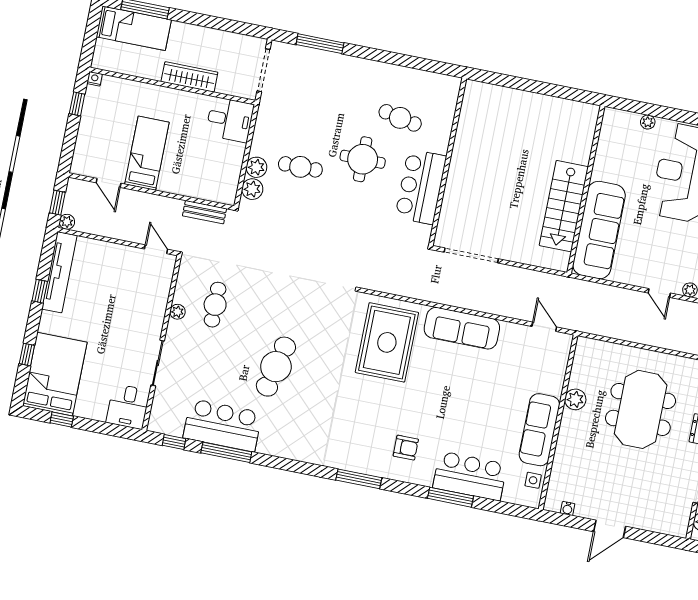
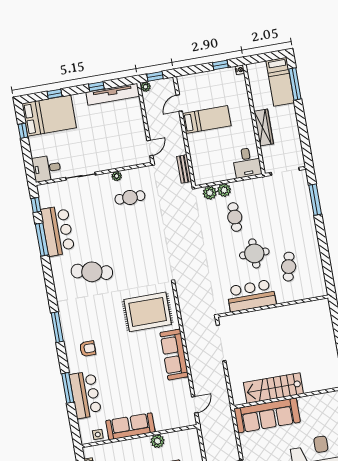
cafe table: (276, 367) -> (92, 272), moved
armchair: (406, 448) -> (88, 349), turned -90

